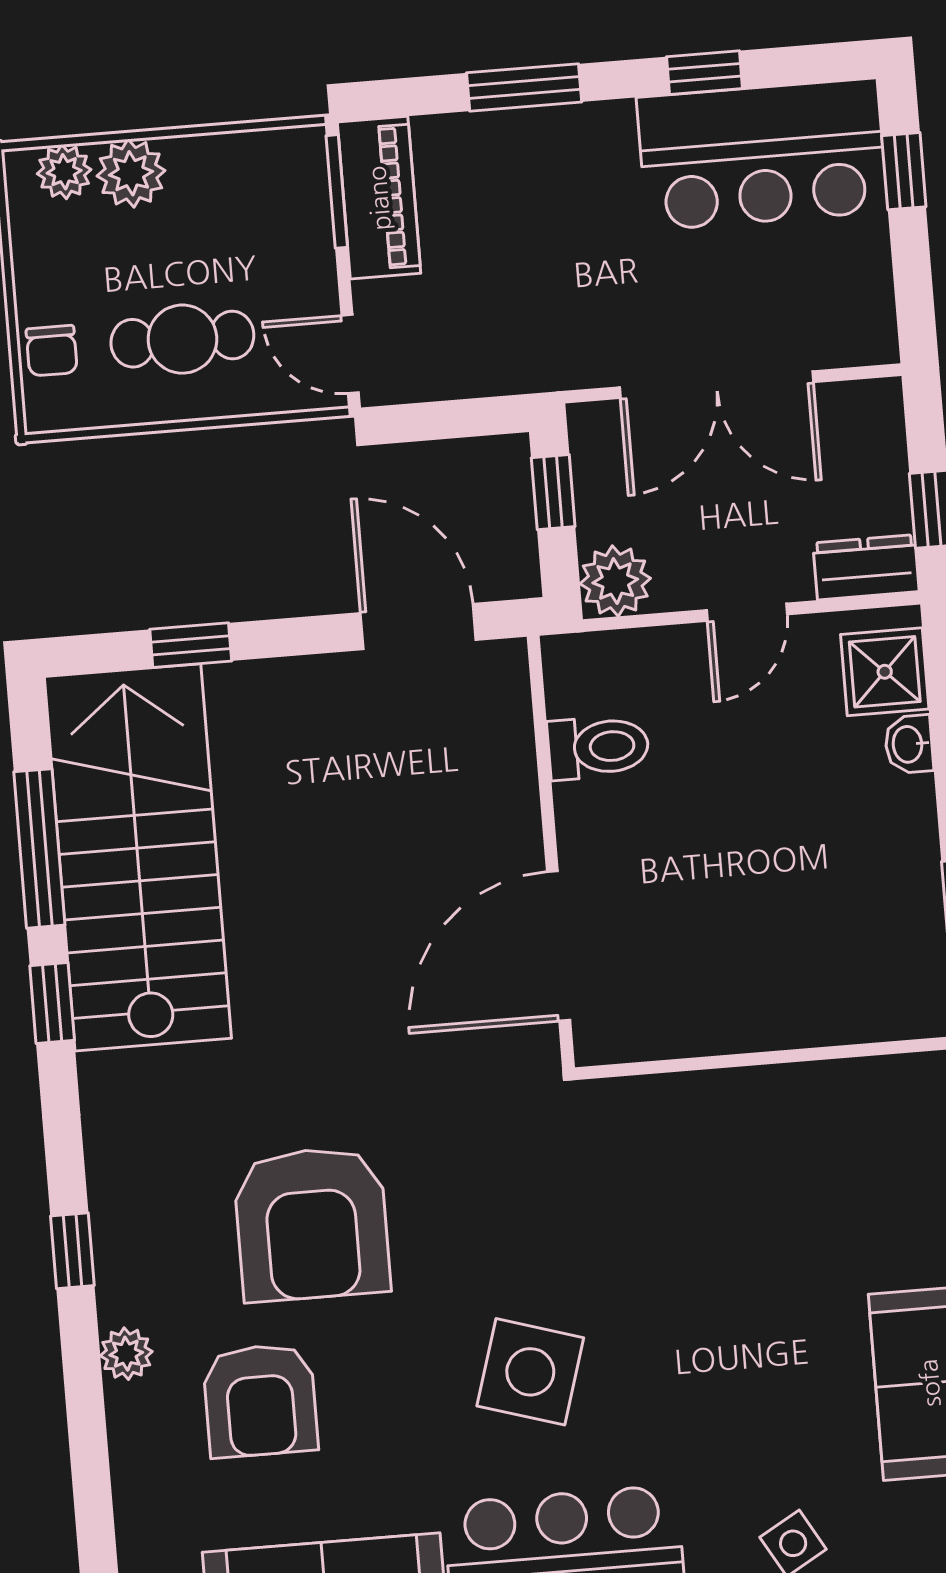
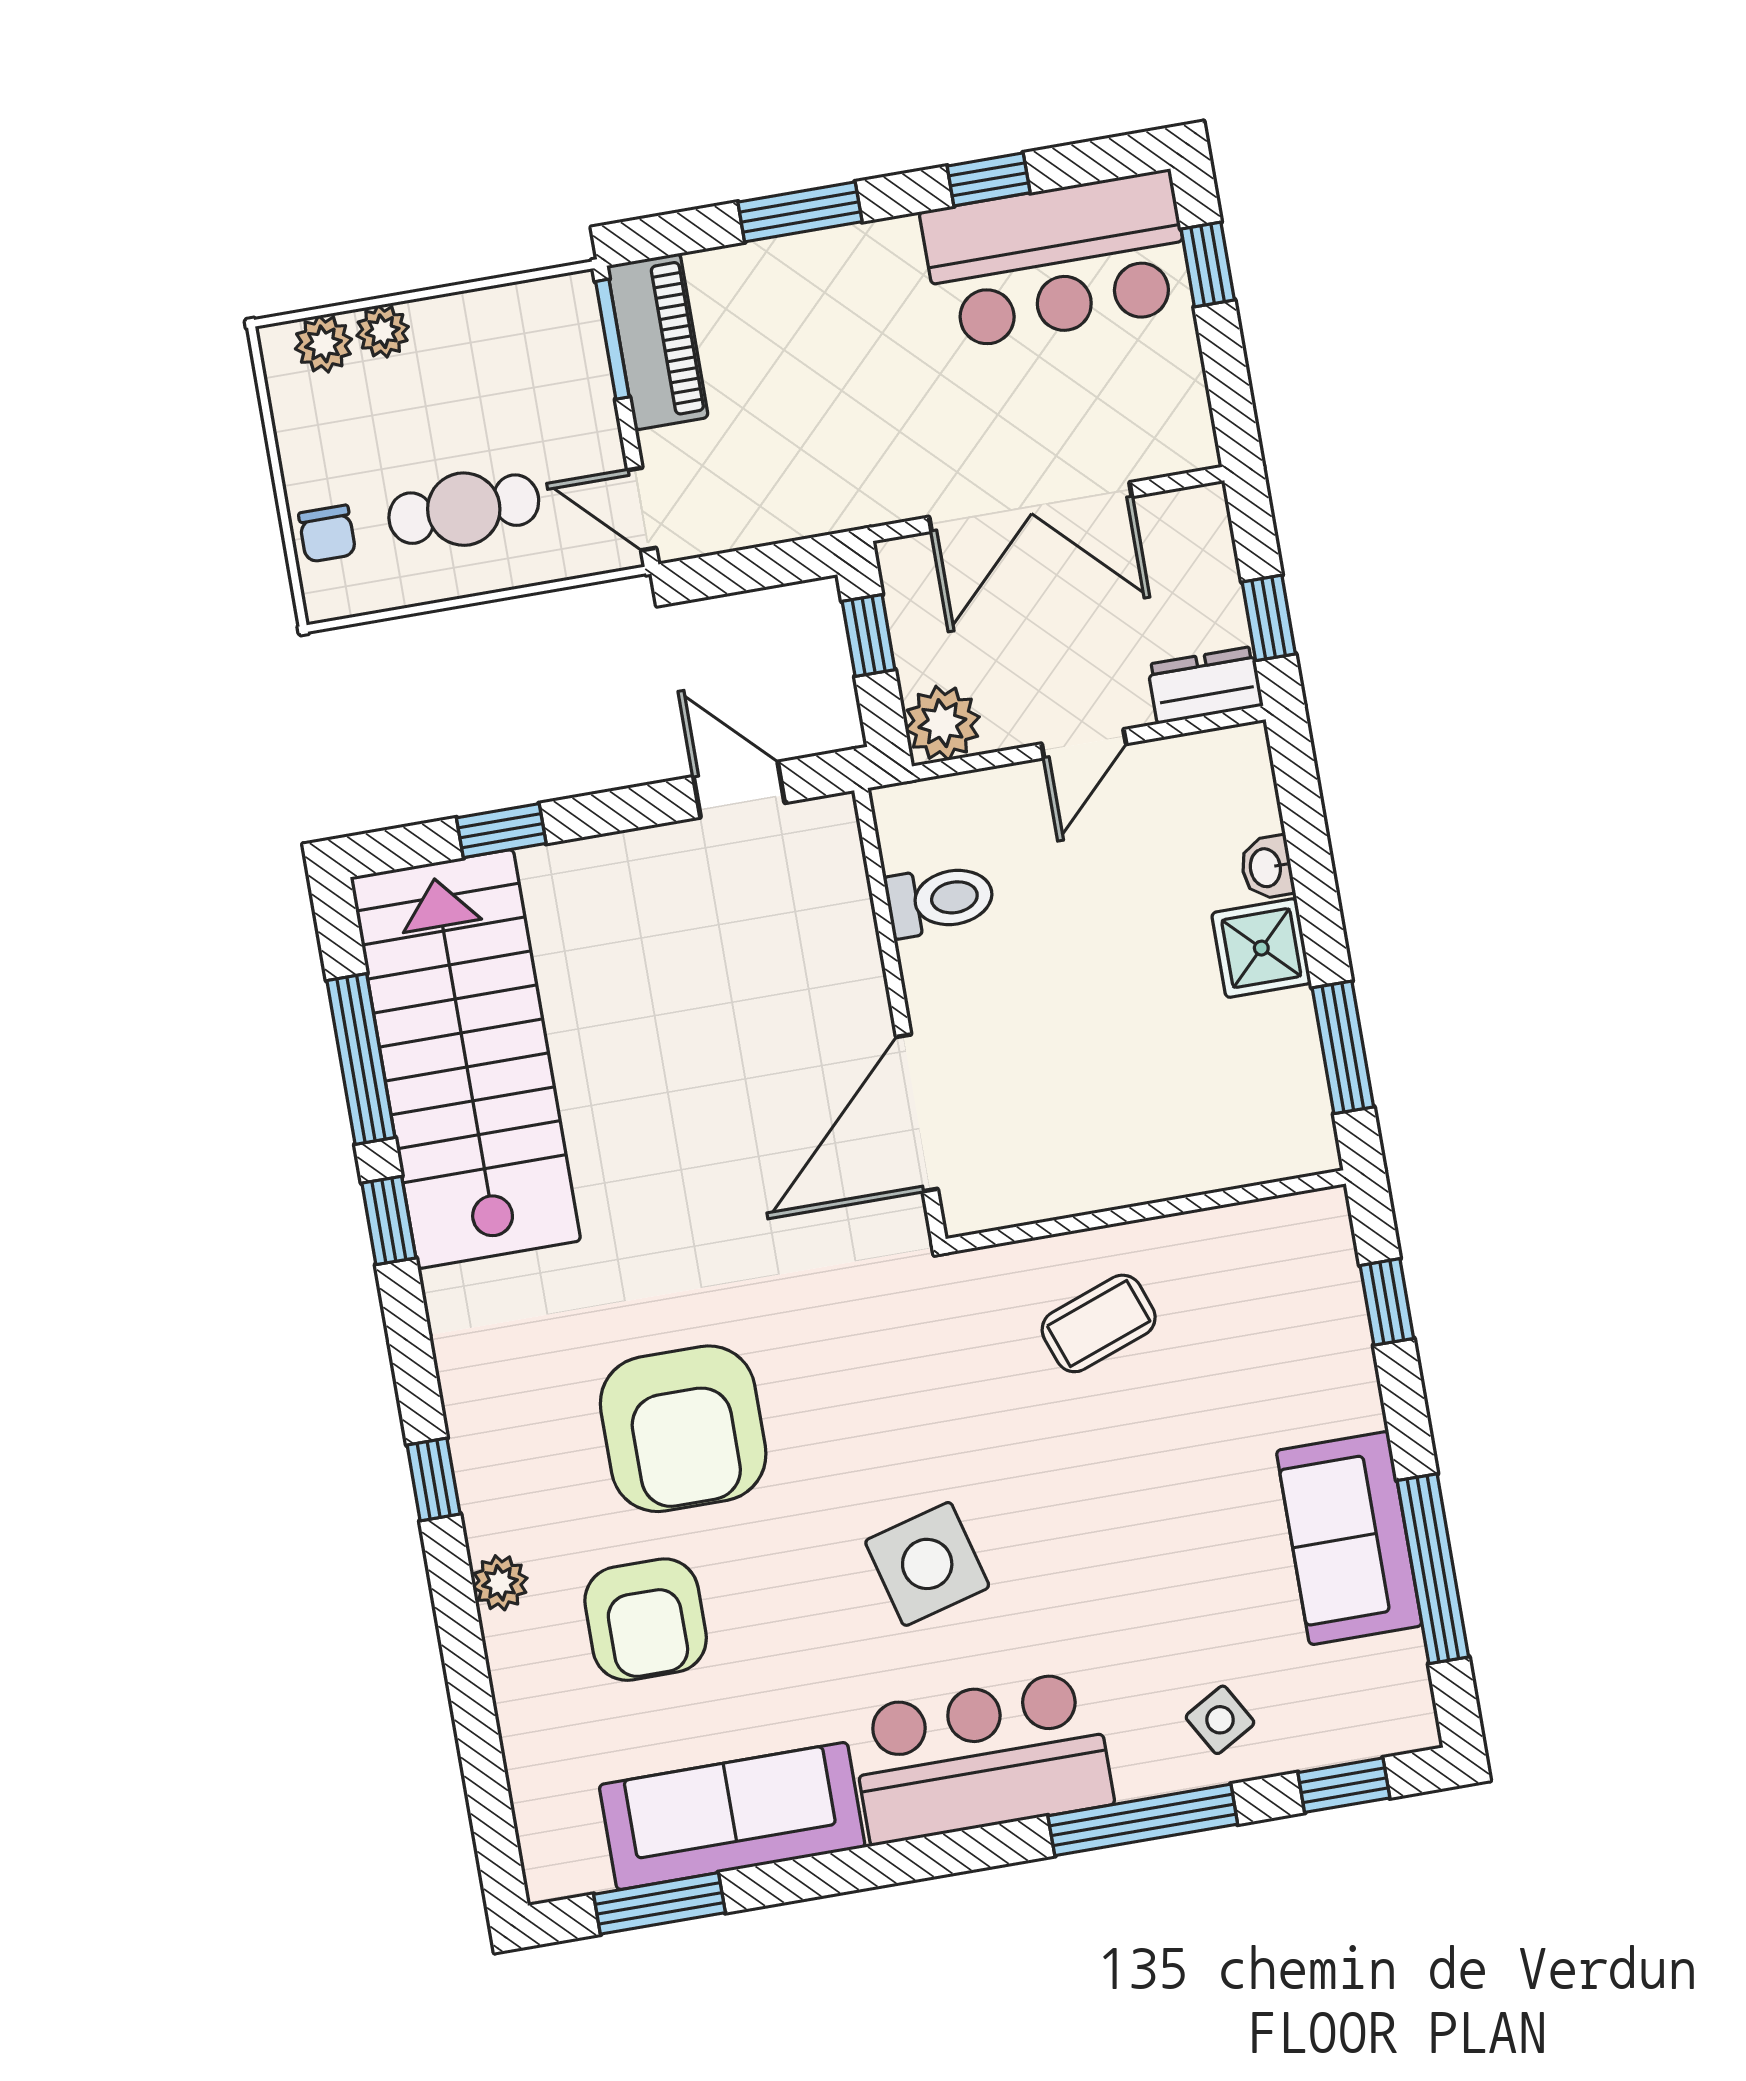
plant: (131, 173) -> (383, 331), width x0.73, depth x0.73
door: (418, 626) -> (739, 790), width x0.73
shower: (885, 672) -> (1261, 948), moved
coffee table: (712, 1160) -> (1099, 1323), added
side table: (530, 1372) -> (927, 1564), turned -32

